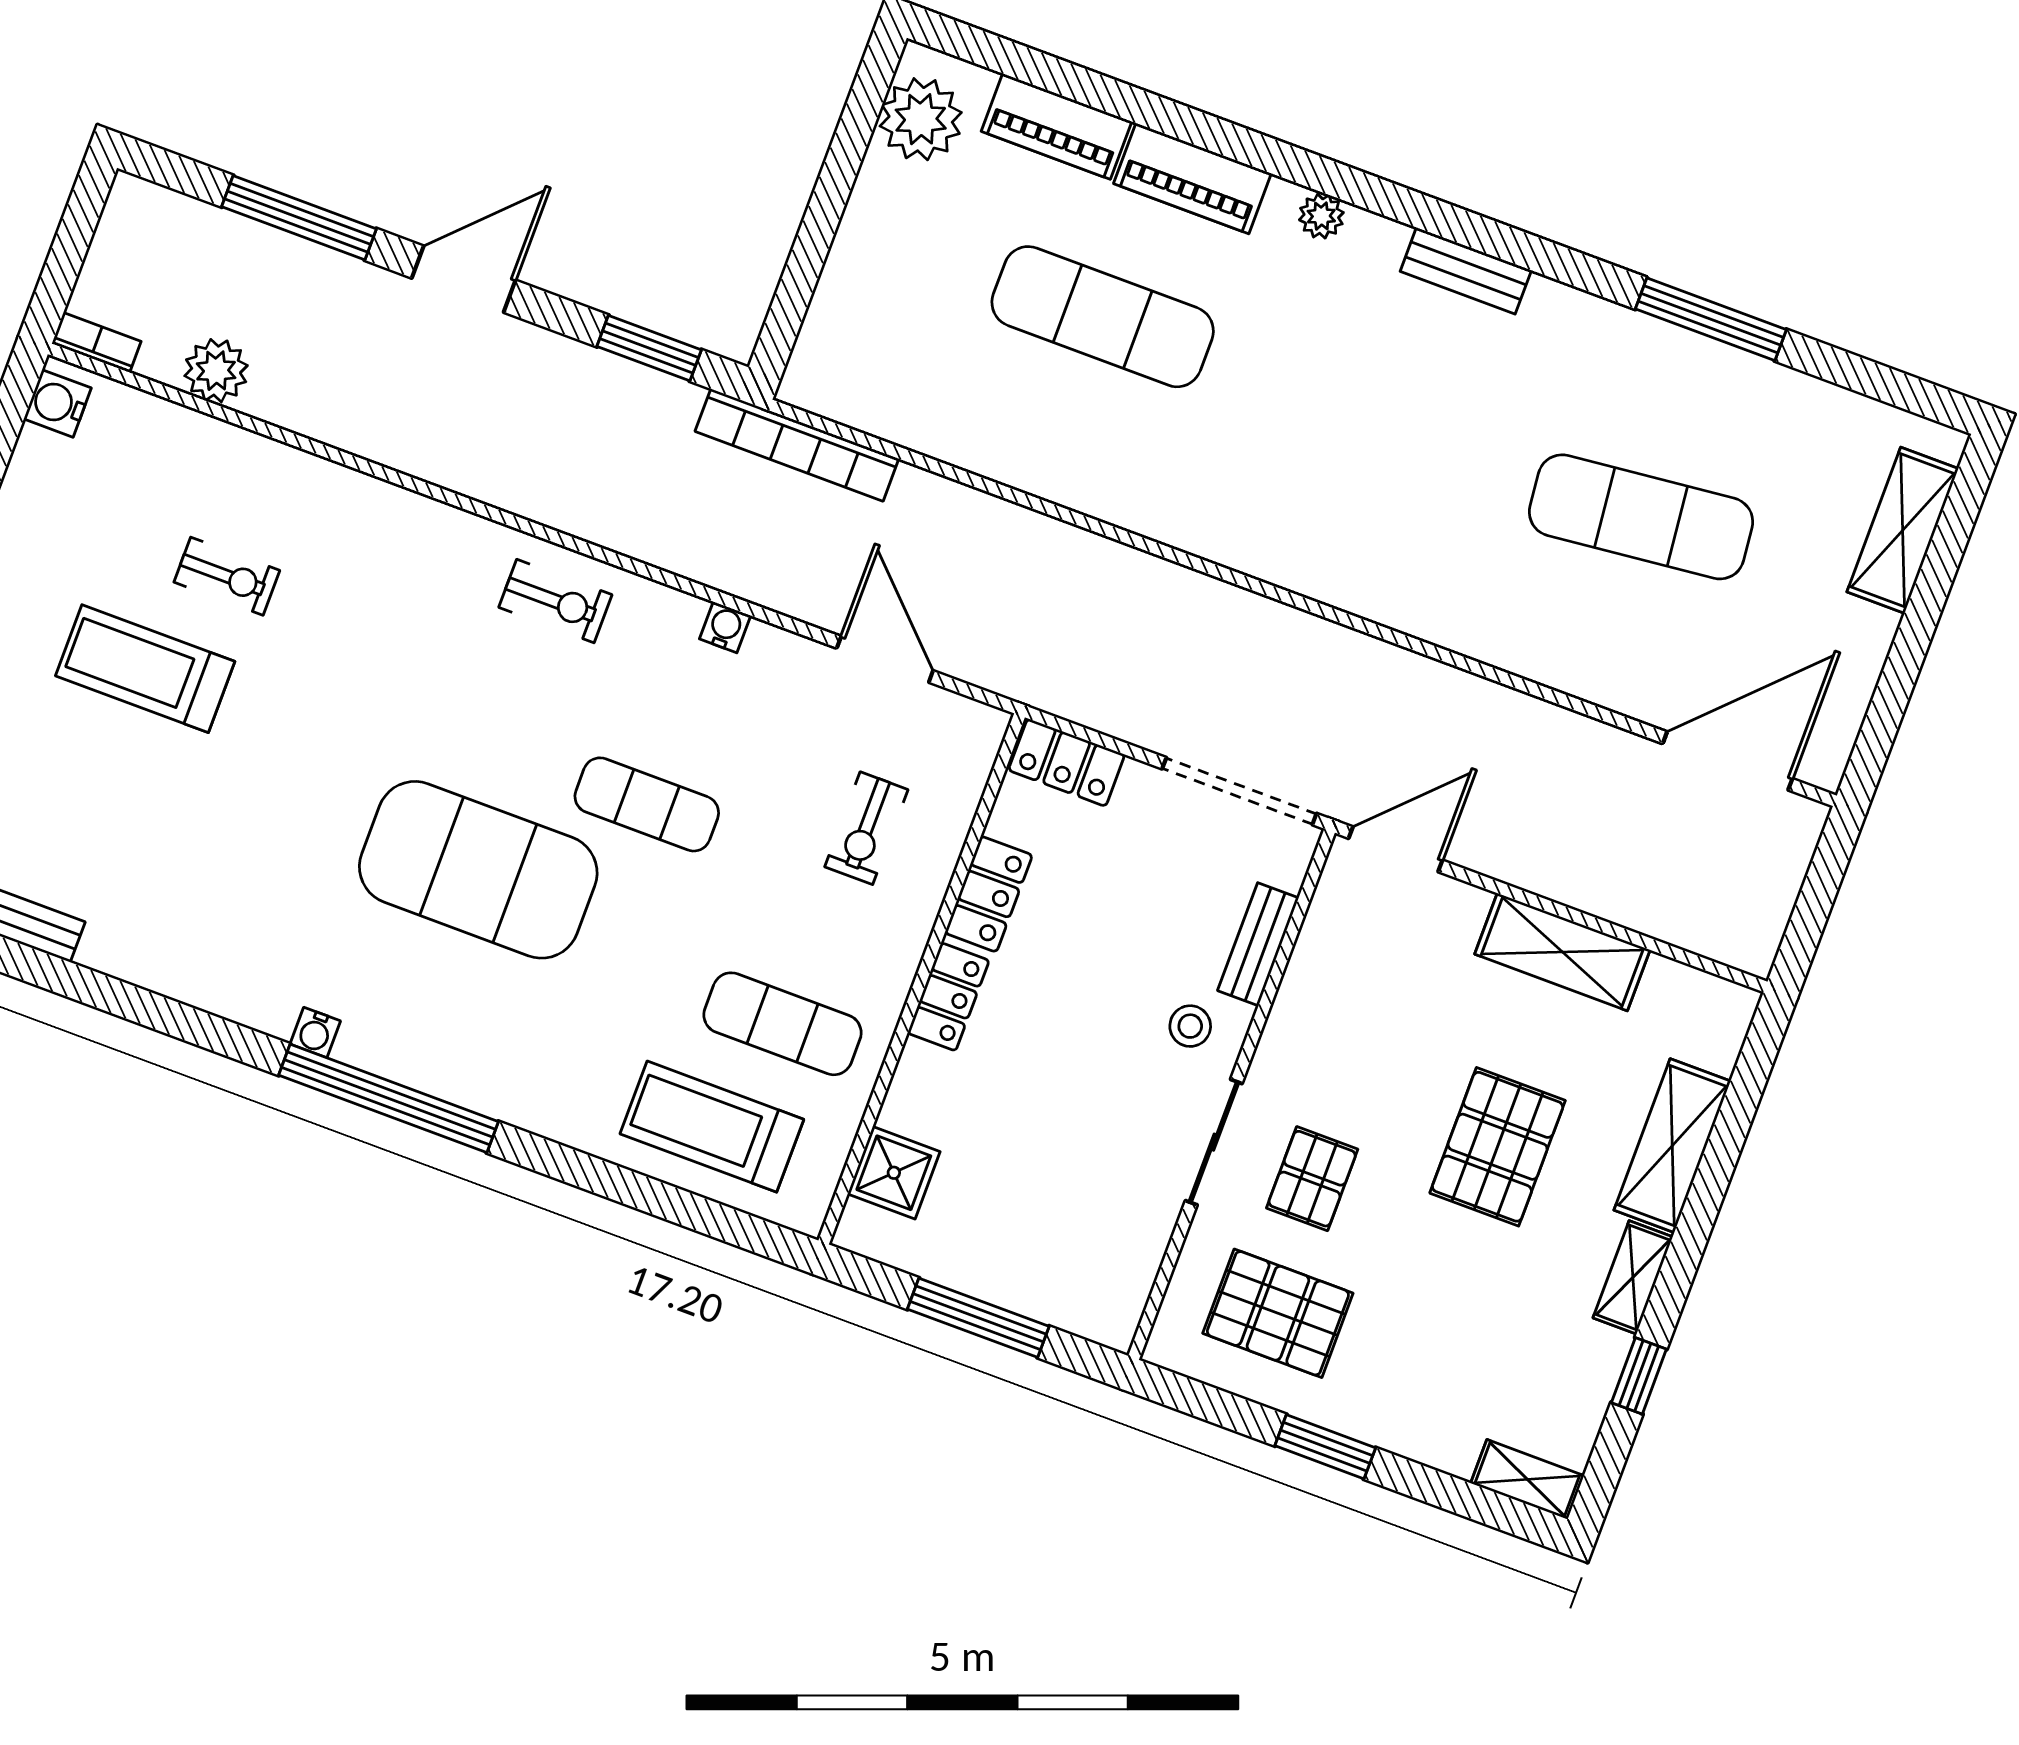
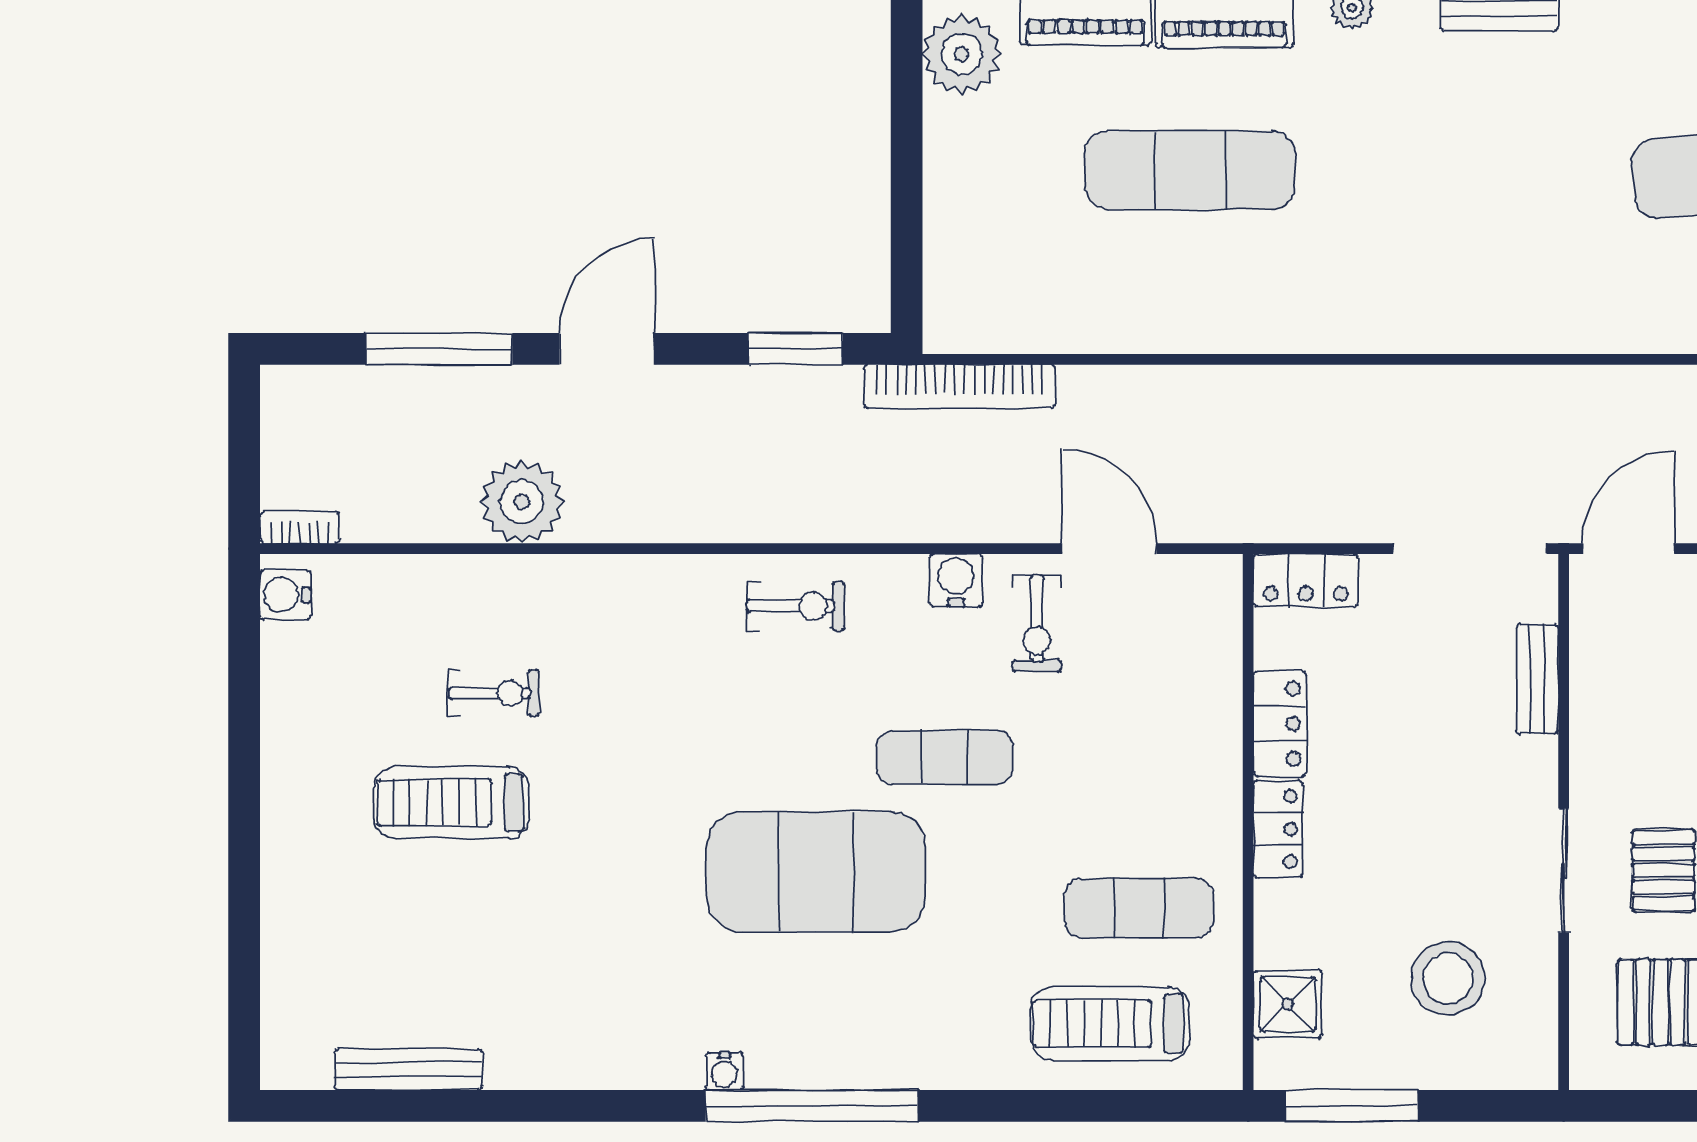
plant: (216, 371) -> (522, 502), moved, width x1.36, depth x1.36
water cooler: (725, 627) -> (956, 580), width x1.38, depth x1.38
exercise bike: (866, 828) -> (1037, 623), moved
stool: (1190, 1026) -> (1448, 978), moved, width x1.89, depth x1.89
window: (978, 1318) -> (1351, 1106), moved

